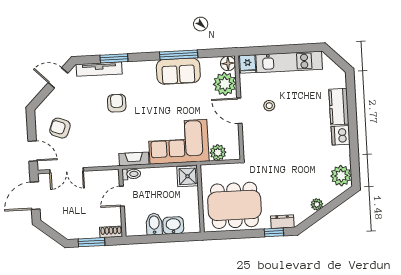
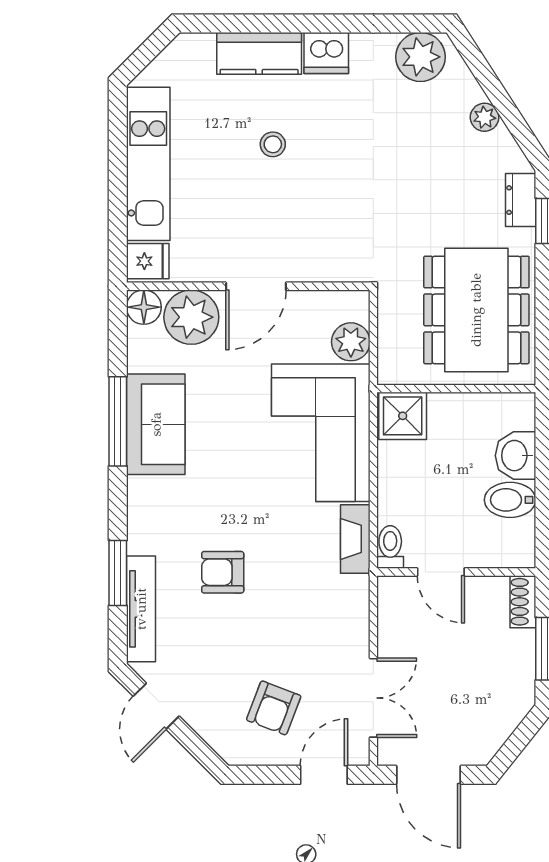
stool: (269, 106) -> (273, 144), moved

